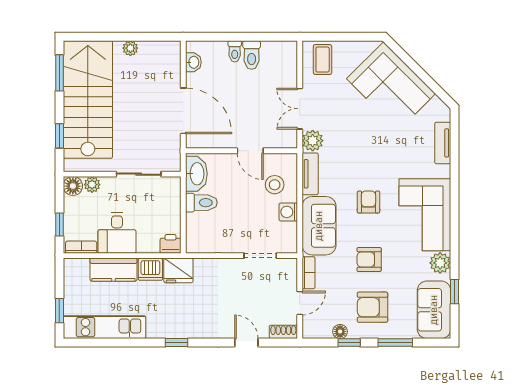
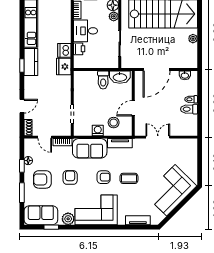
coffee table: (323, 60) -> (129, 178), moved
plant: (313, 141) -> (139, 145), removed
printer: (171, 244) -> (79, 49), moved
kitchen counter: (113, 270) -> (31, 62), moved, turned 180
armchair: (372, 307) -> (42, 179), turned -90

